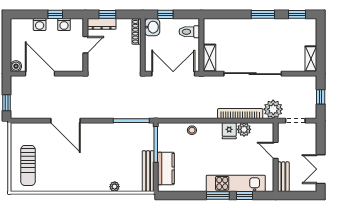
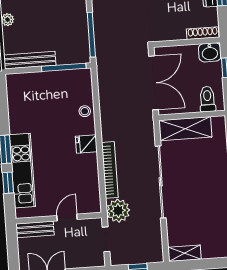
shelving: (210, 58) -> (185, 129), width x1.50, depth x1.33
plant: (244, 129) -> (90, 176), removed
fridge: (229, 131) -> (86, 144), moved
kitchen counter: (166, 169) -> (35, 82), removed

